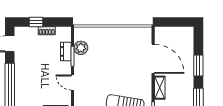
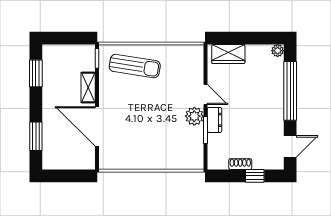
plant: (81, 48) -> (194, 116), moved
dresser: (66, 51) -> (214, 120), moved
window: (198, 66) -> (36, 136), moved

